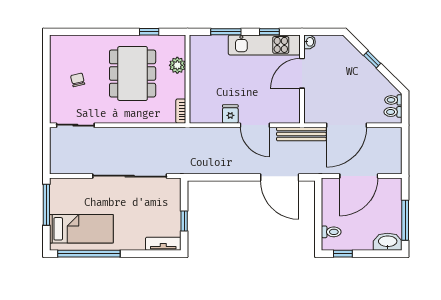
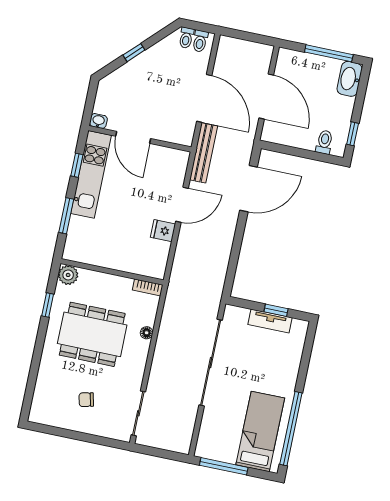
plant: (177, 65) -> (68, 275), moved
floor lamp: (143, 118) -> (147, 333), added
tv unit: (163, 244) -> (270, 321), moved, turned -90

